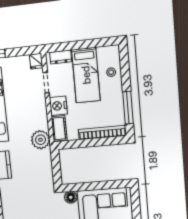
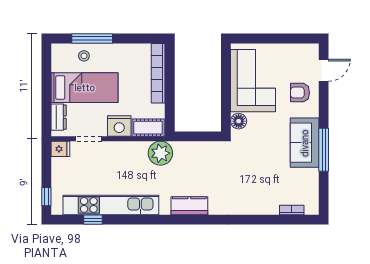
window: (128, 108) -> (92, 39), moved

